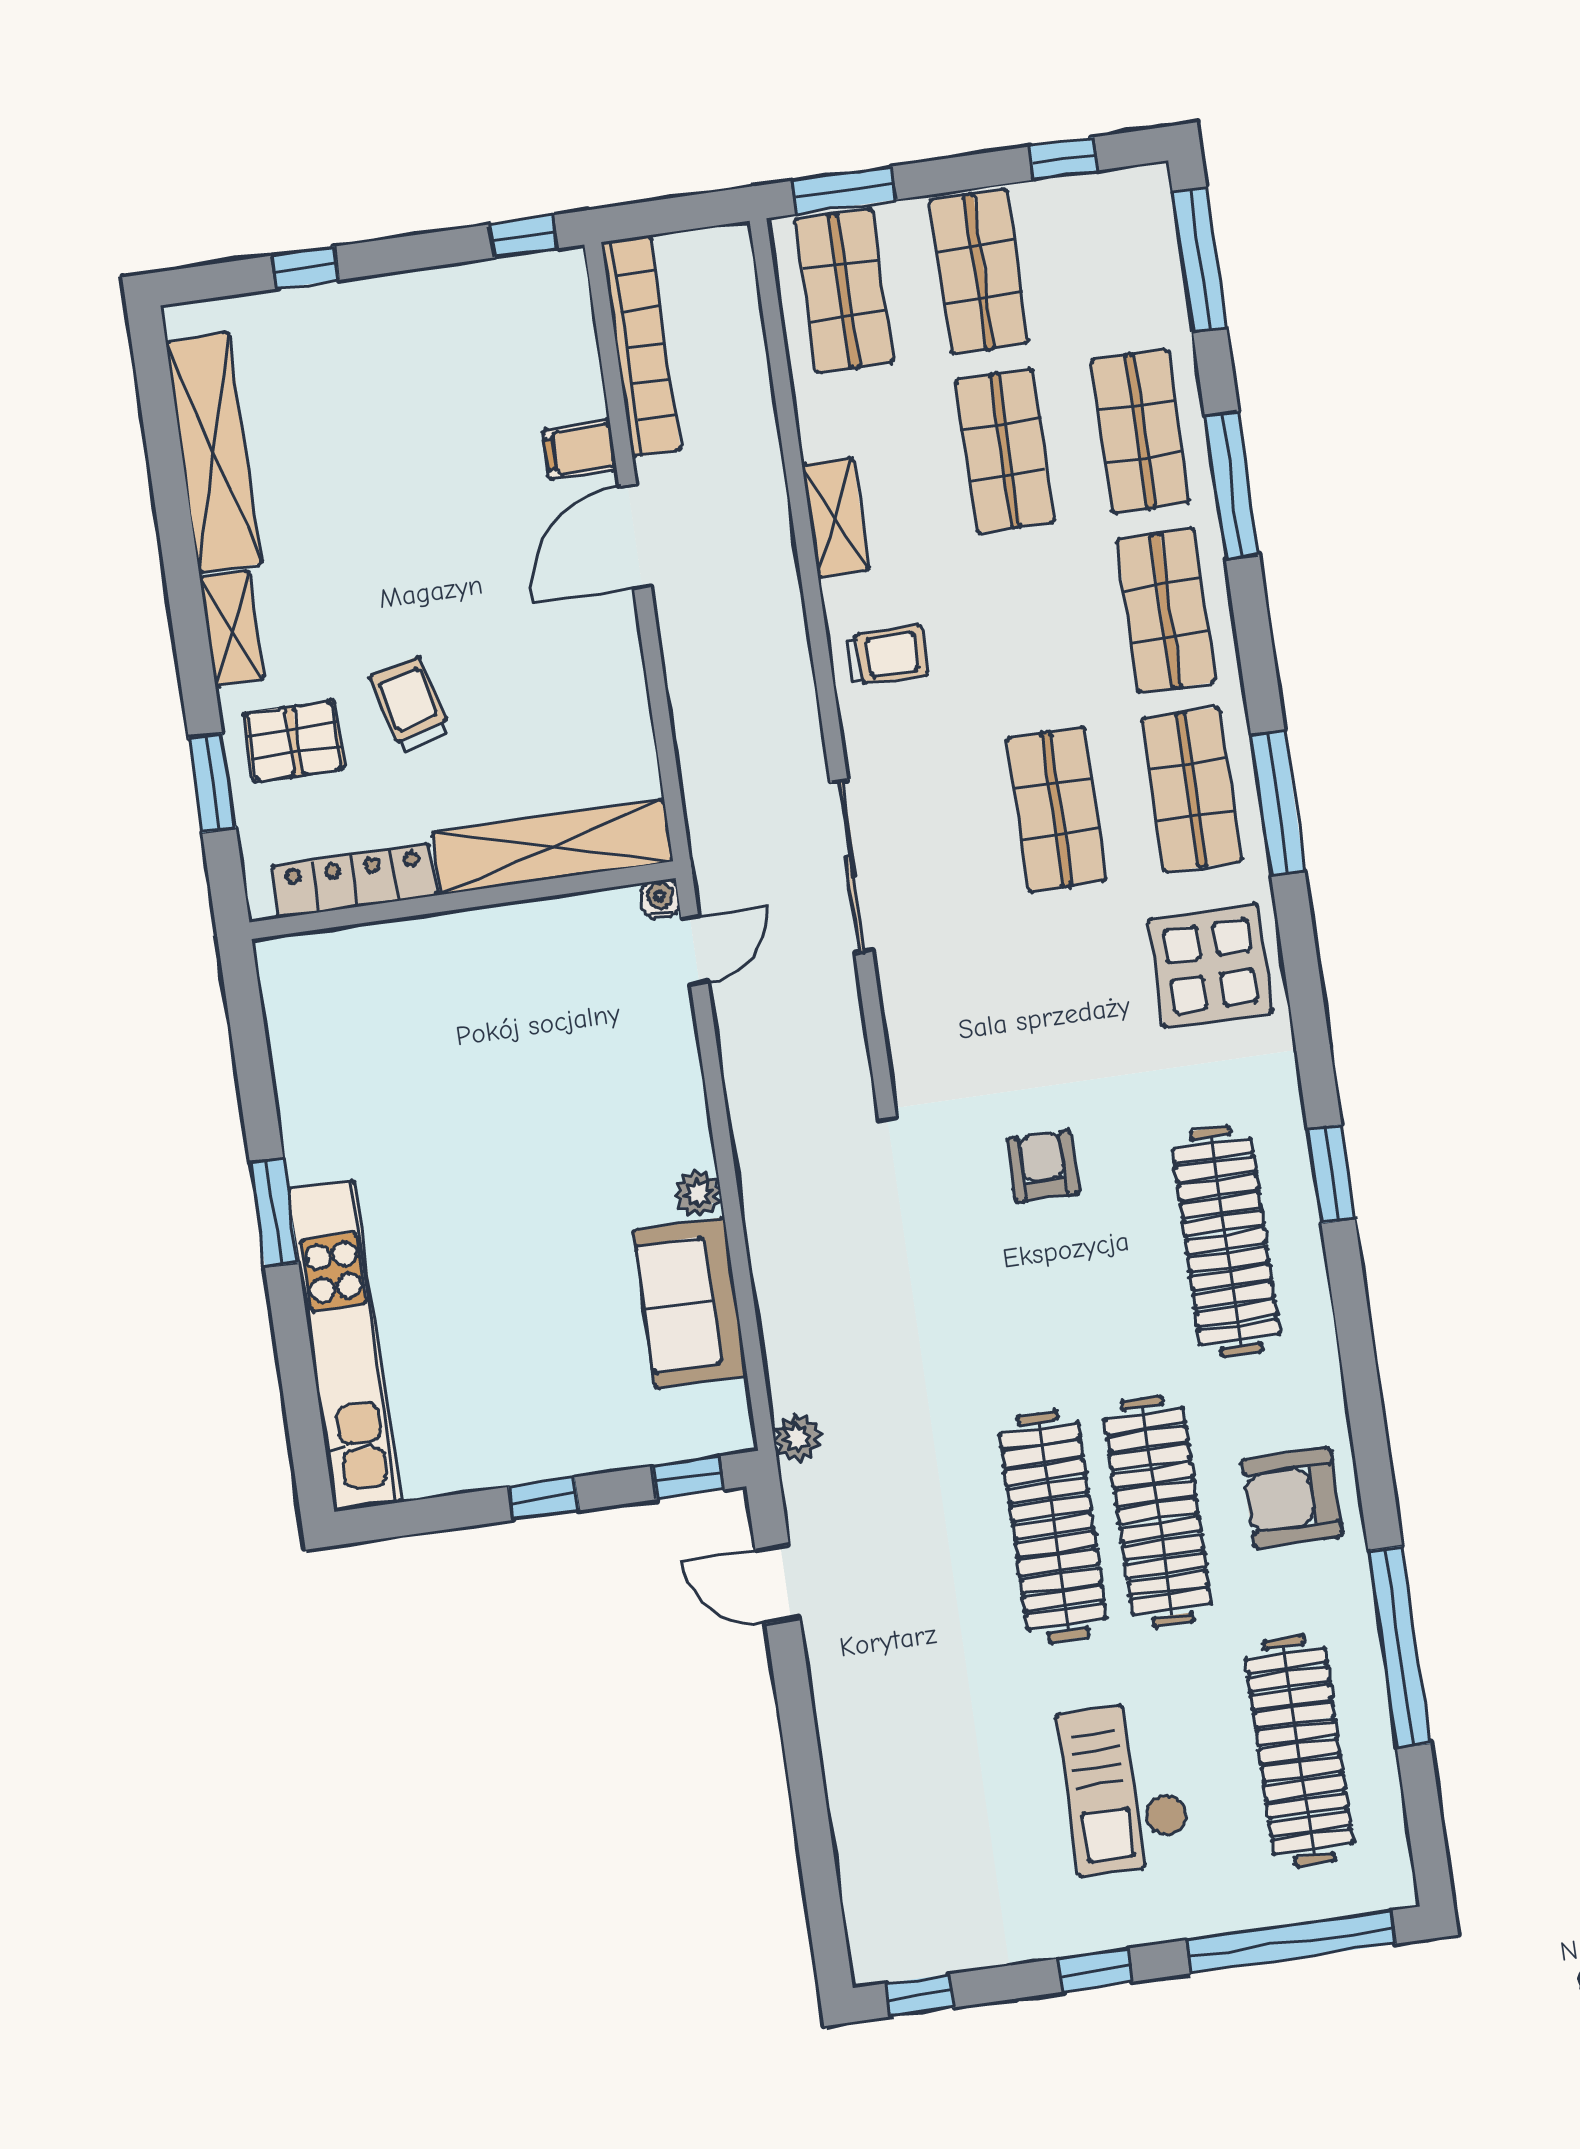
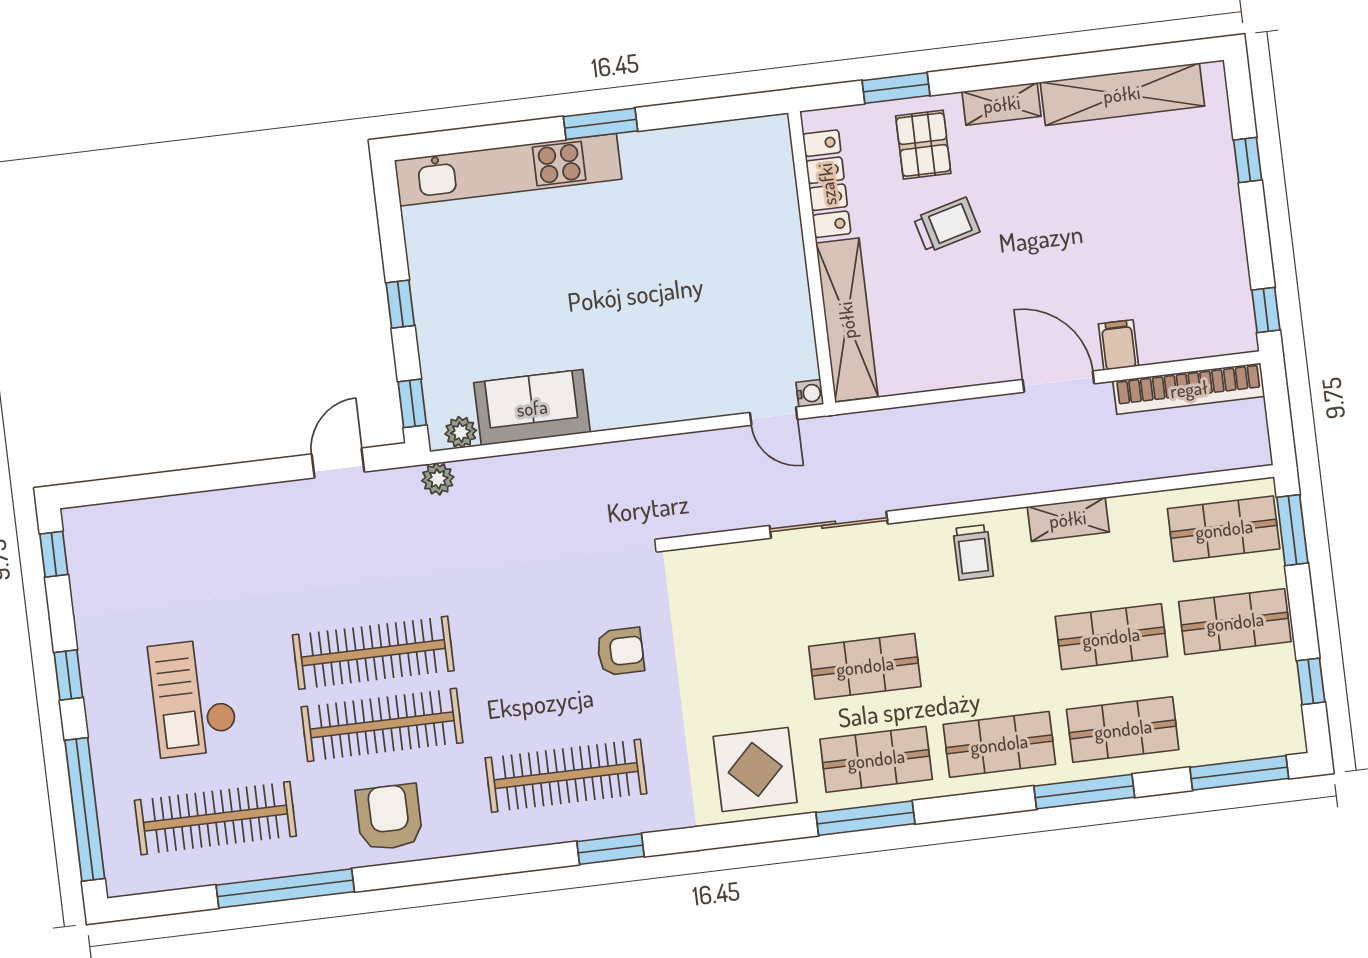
plant: (698, 1193) -> (461, 432), moved
checkout: (1125, 1788) -> (193, 698), turned -90

